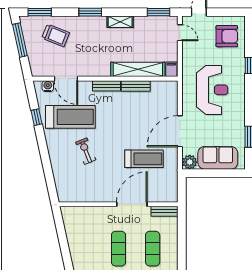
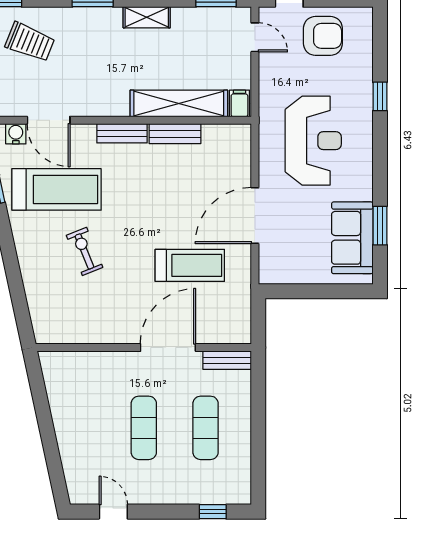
armchair: (227, 36) -> (323, 36), moved
sofa: (218, 158) -> (352, 238), moved, turned -90
plant: (190, 162) -> (273, 271), removed

